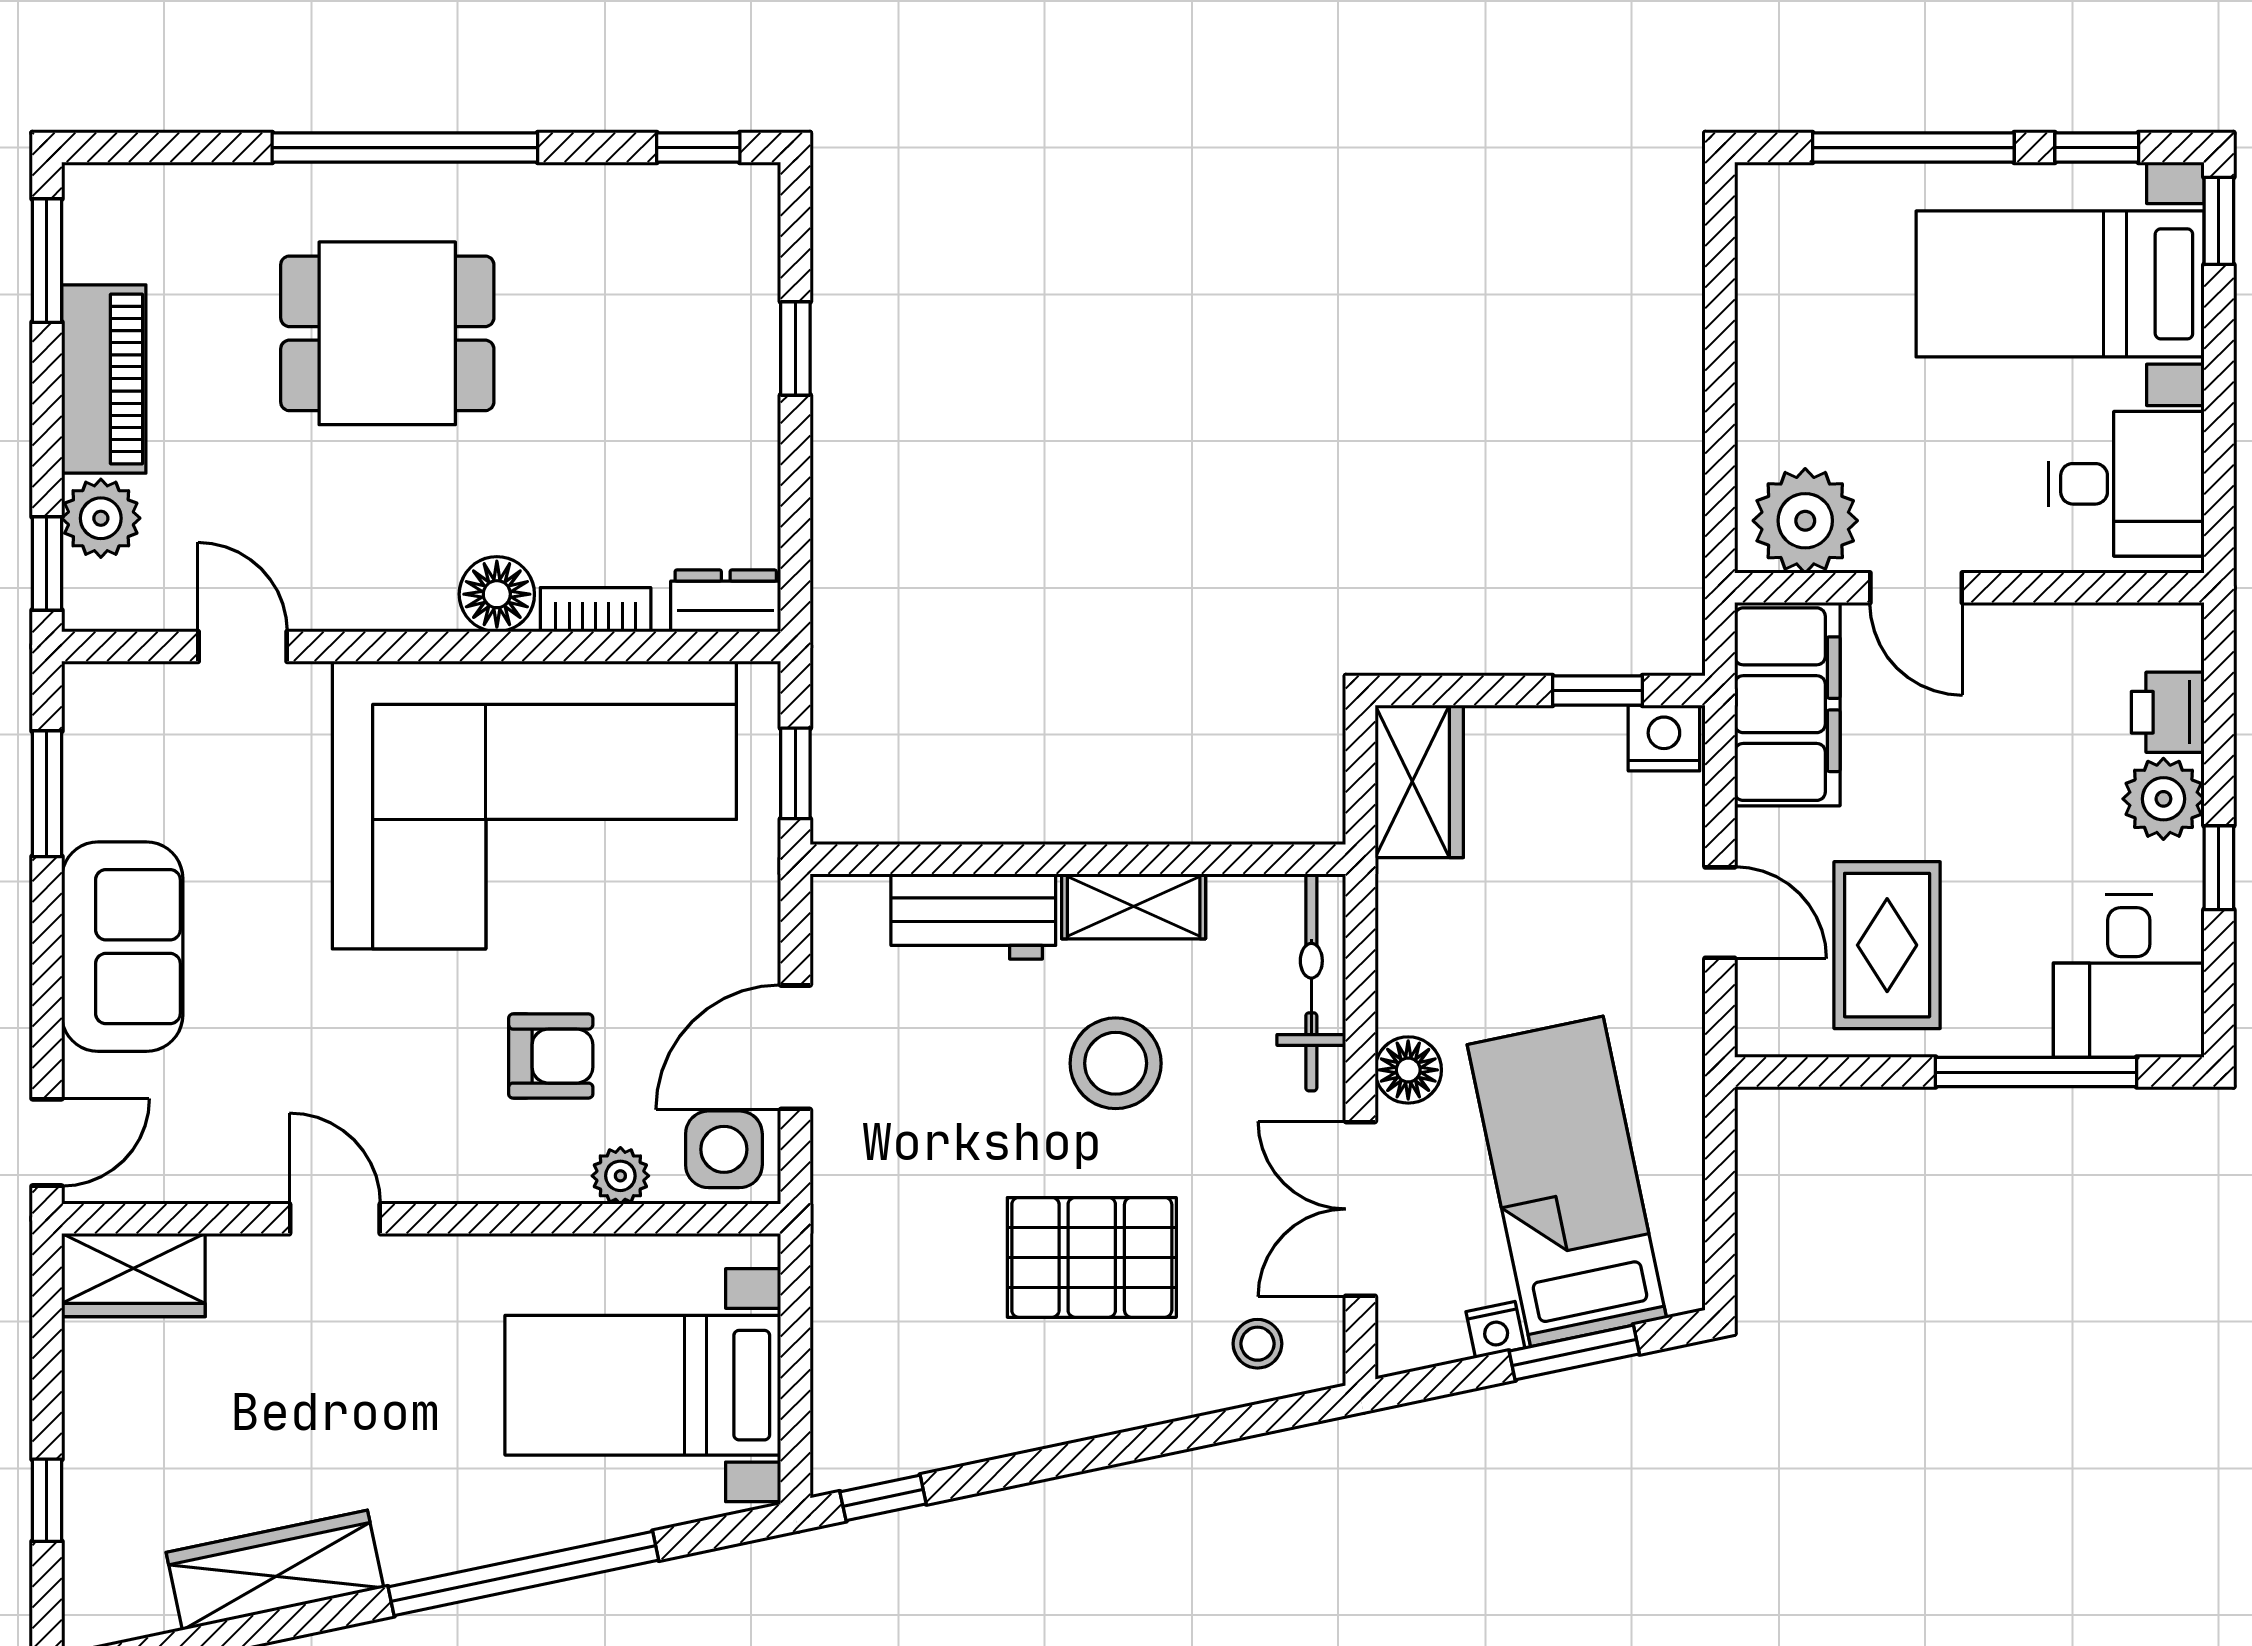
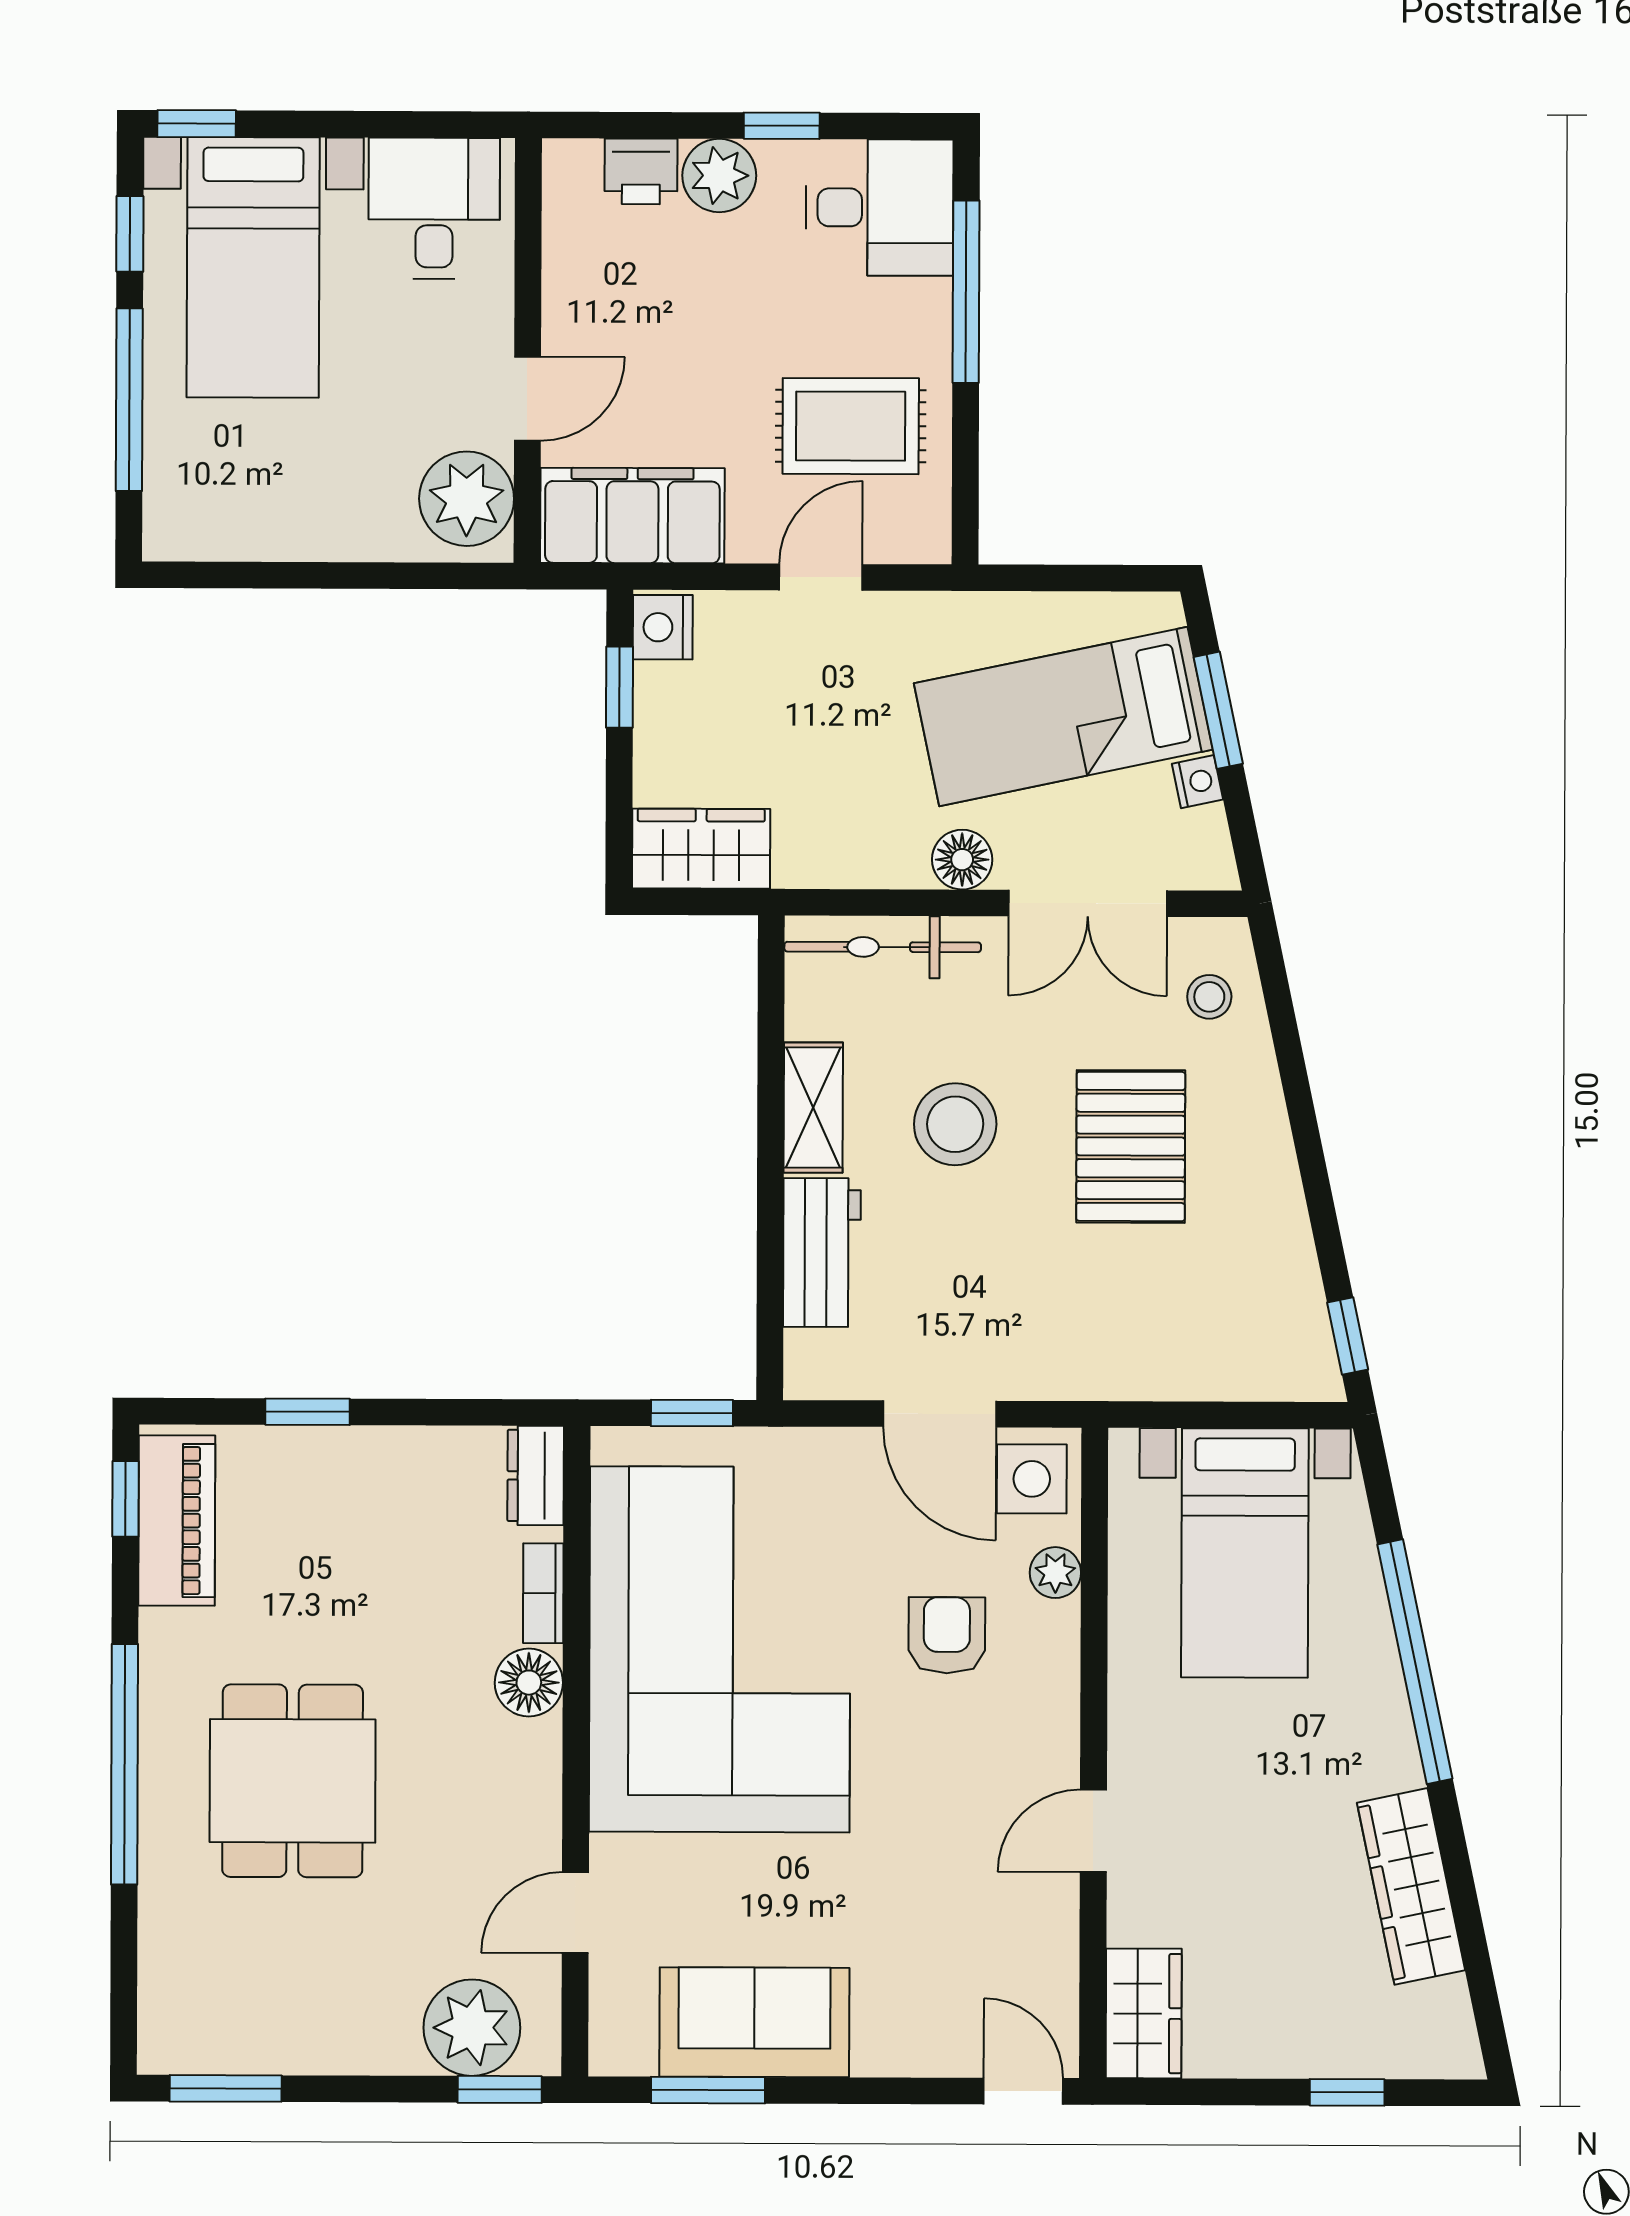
piano: (104, 379) -> (177, 1521), moved, turned 90
plant: (101, 518) -> (472, 2028), width x1.36, depth x1.36
sofa: (122, 947) -> (754, 2022), moved

